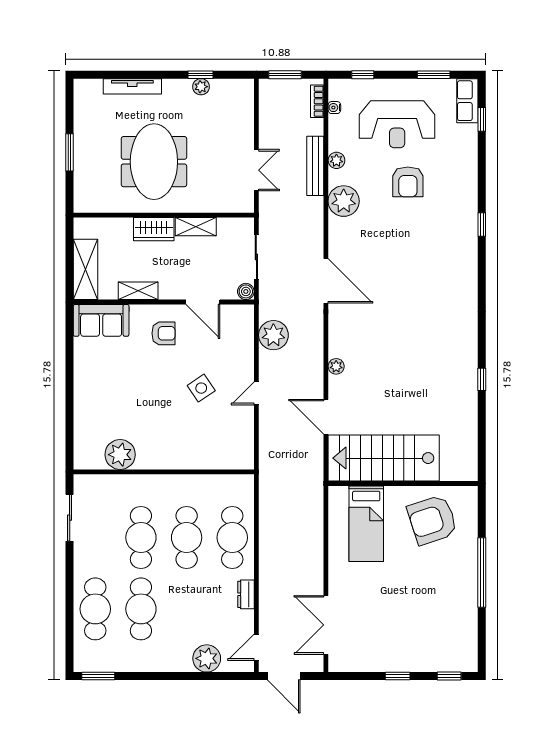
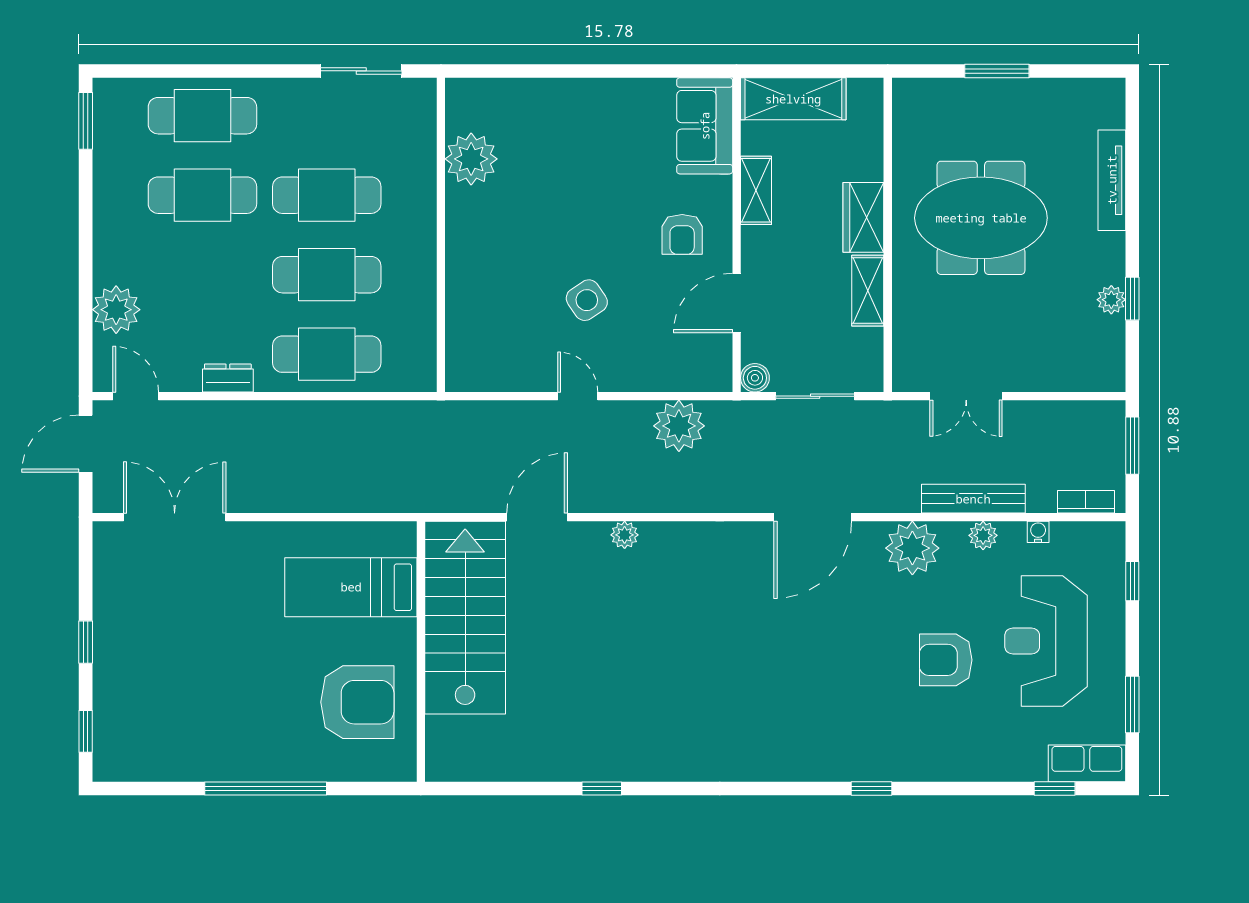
water cooler: (334, 108) -> (1038, 532), moved
door: (326, 281) -> (813, 517), moved
armchair: (432, 520) -> (357, 702), turned 108

